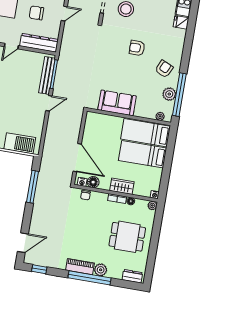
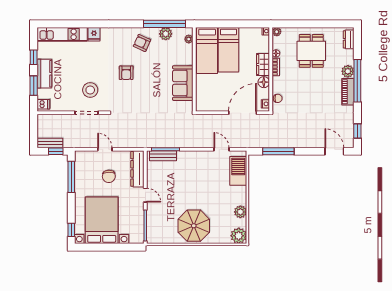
bench: (47, 75) -> (163, 156), width x0.73
door: (49, 103) -> (221, 149), moved
floor lamp: (93, 182) -> (264, 82), moved

